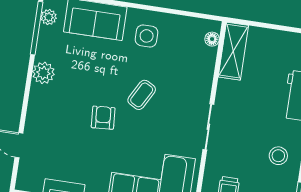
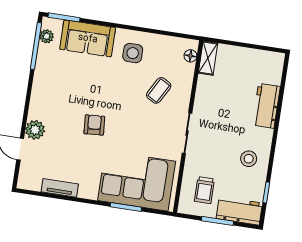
shelving: (233, 51) -> (208, 58), width x0.67, depth x0.75
plant: (43, 73) -> (35, 130), moved
coffee table: (142, 95) -> (159, 90), moved

